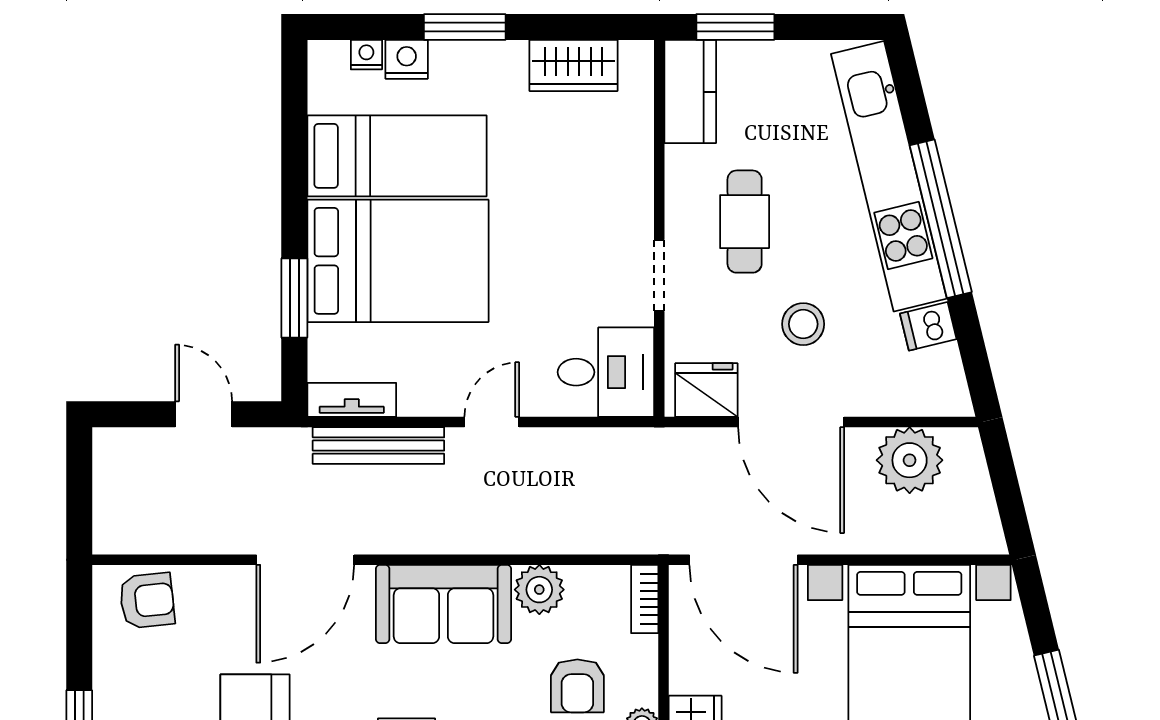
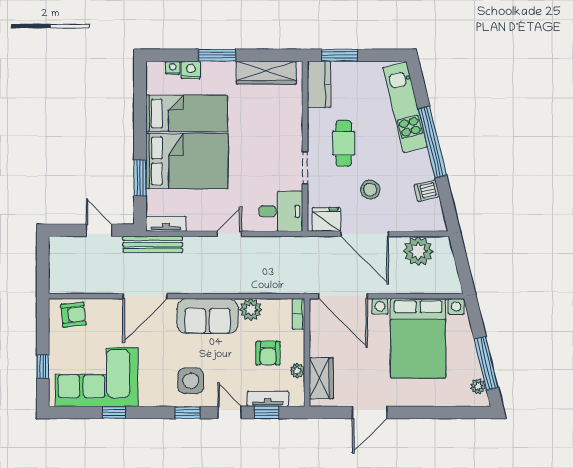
wardrobe: (574, 65) -> (266, 73), width x1.50
kitchen unit: (889, 176) -> (405, 107), width x0.73
bench: (378, 446) -> (153, 244), moved

